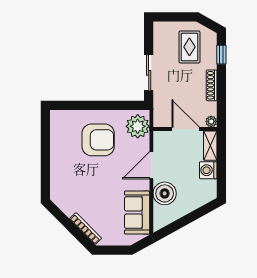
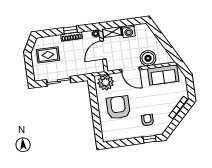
window: (221, 55) -> (70, 30), moved
sliding door: (149, 73) -> (59, 81), moved
window: (45, 180) -> (150, 139), added
armchair: (74, 180) -> (148, 120), added

